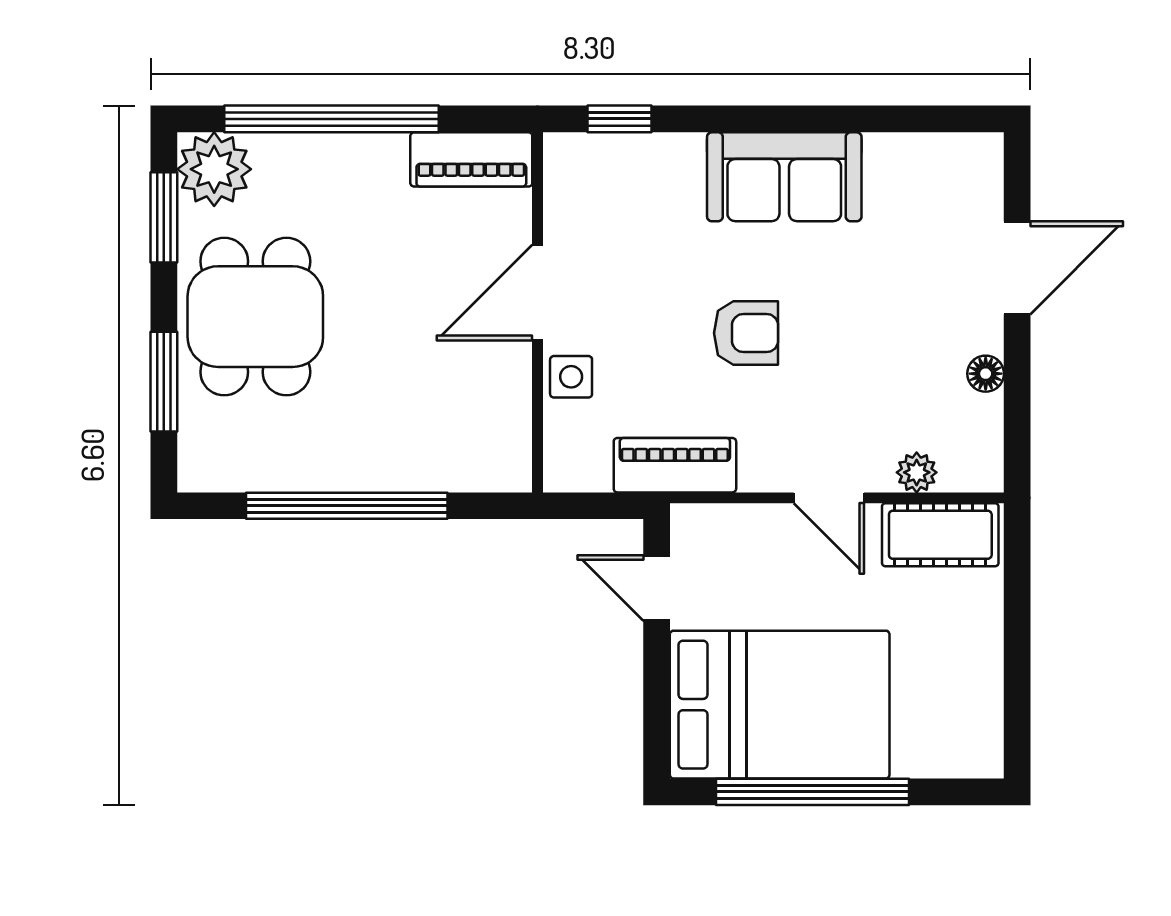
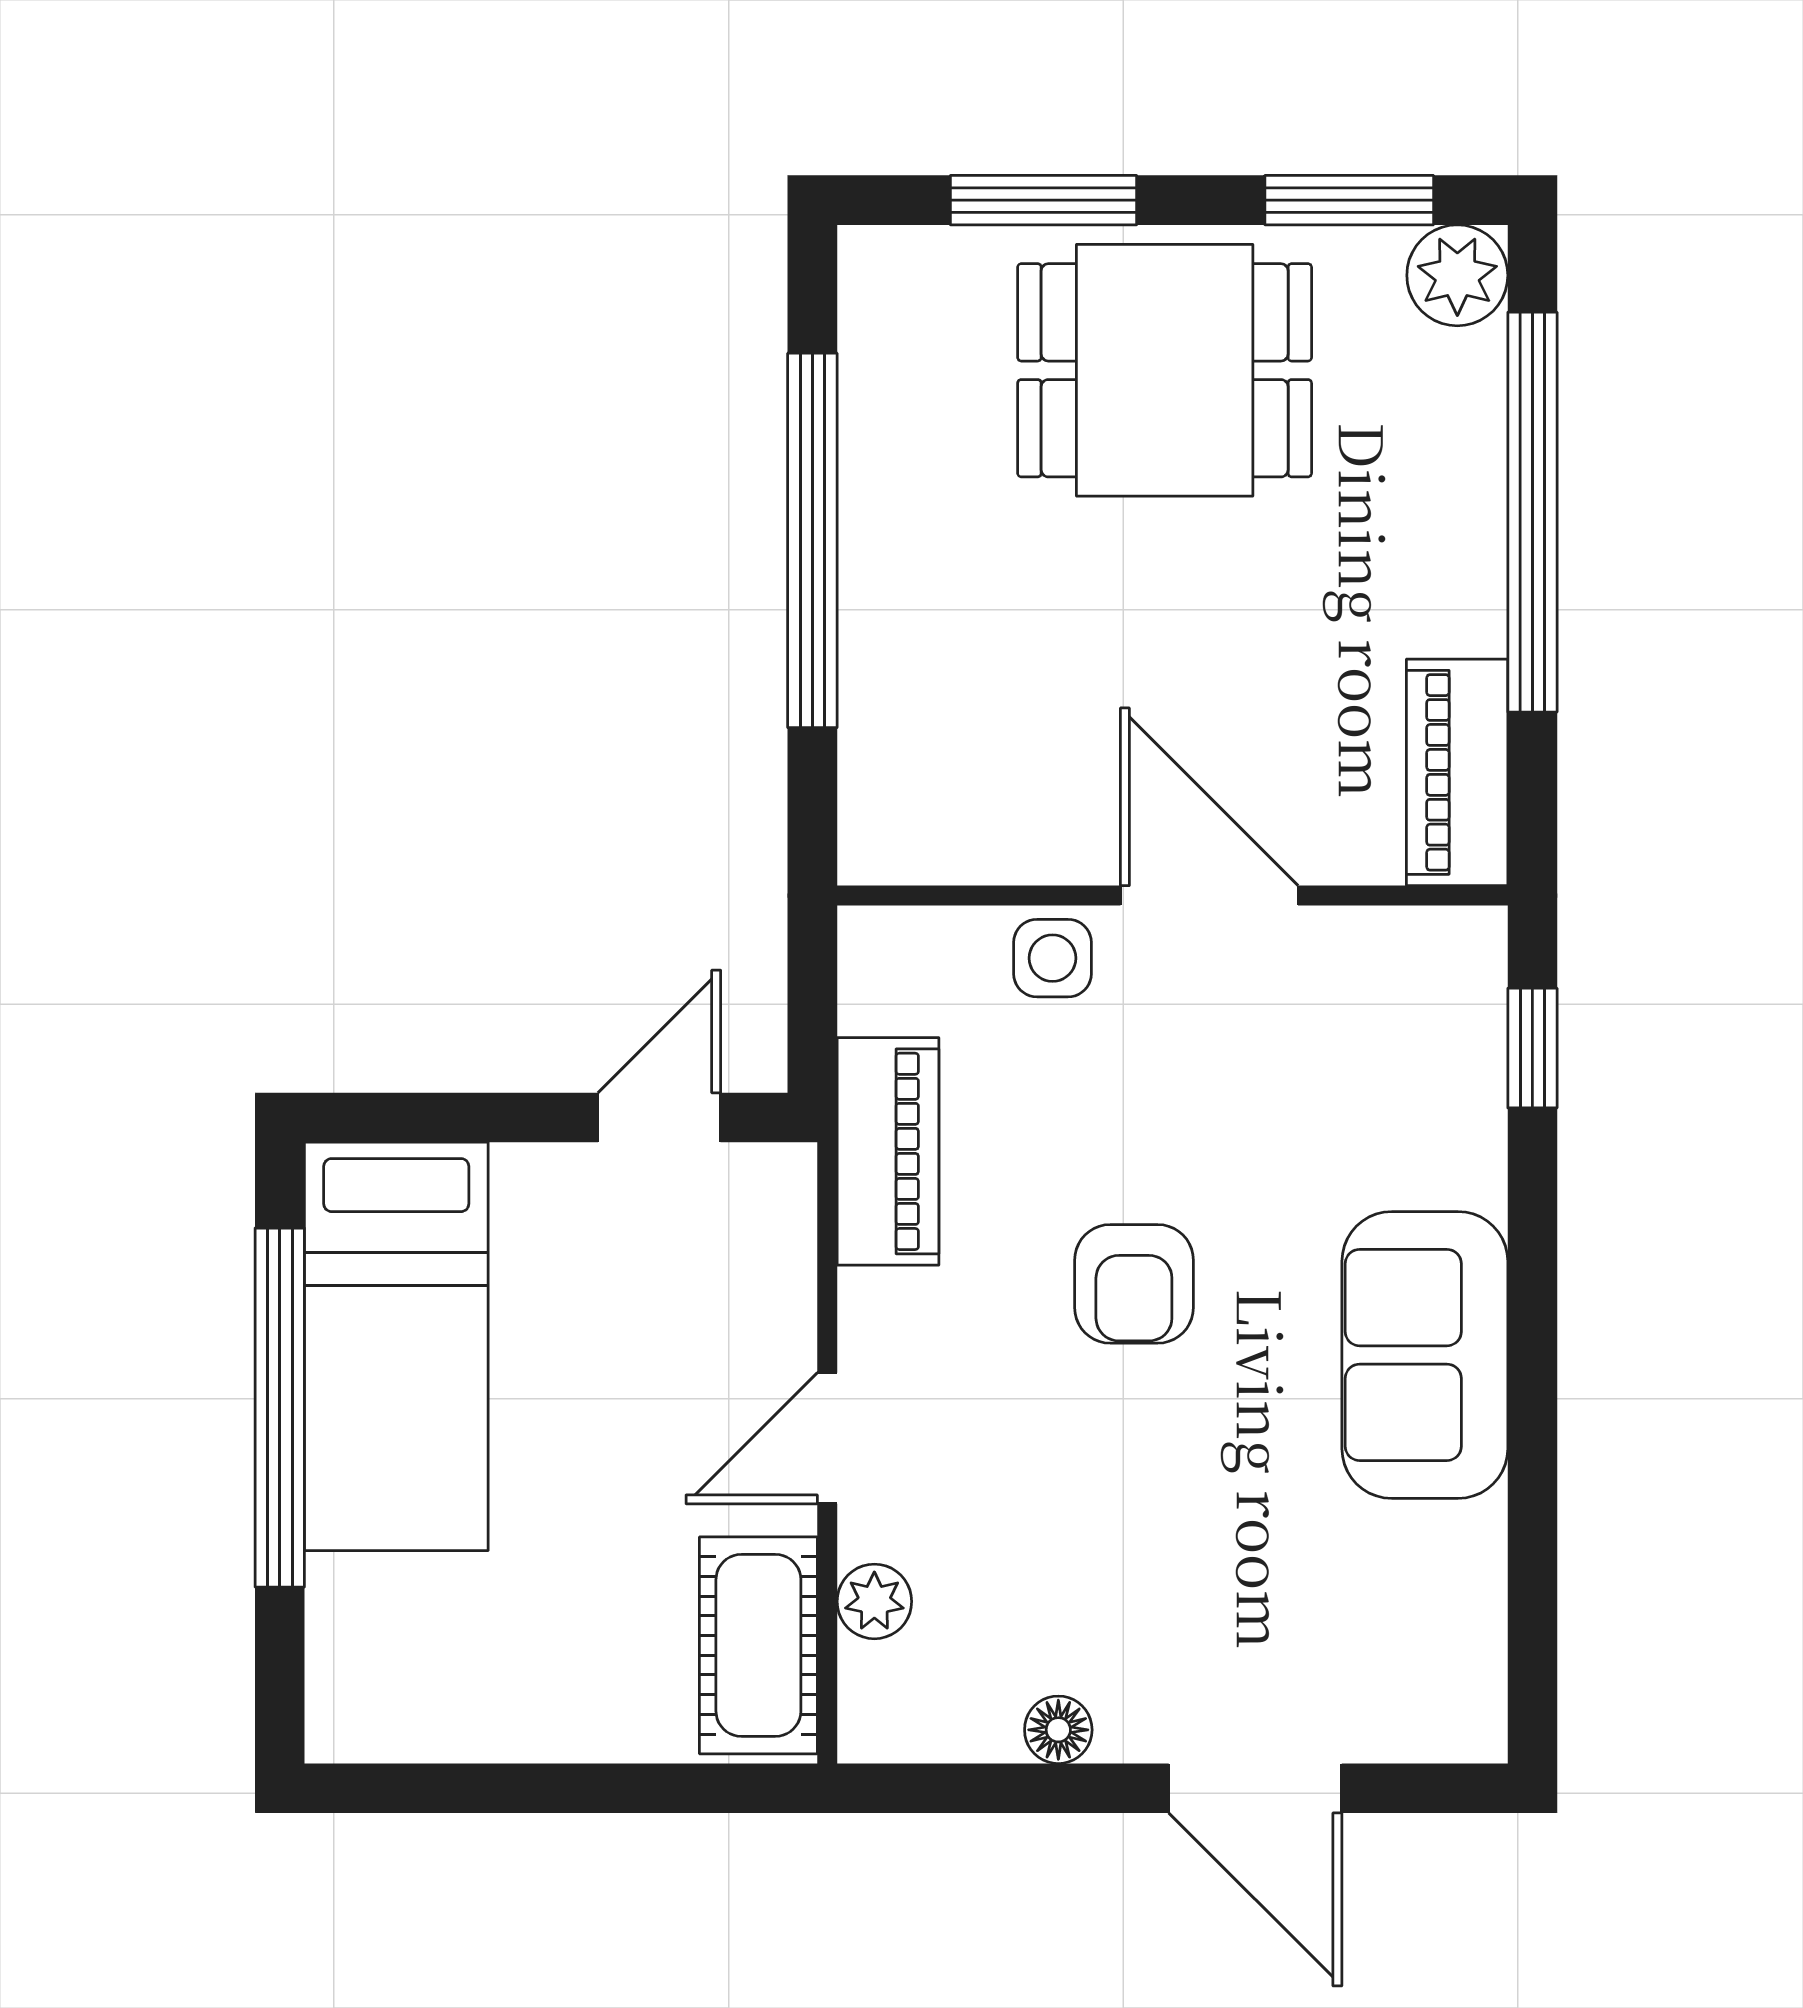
plant: (214, 169) -> (1457, 275), width x0.73, depth x0.73
bed: (780, 705) -> (396, 1346), width x0.67

